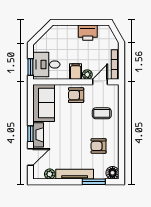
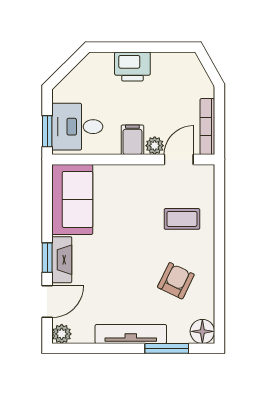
printer: (88, 33) -> (132, 66), moved
armchair: (76, 95) -> (133, 185), removed
armchair: (99, 146) -> (176, 281), turned 116
plant: (50, 174) -> (62, 334), moved

